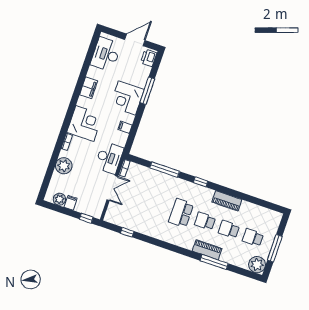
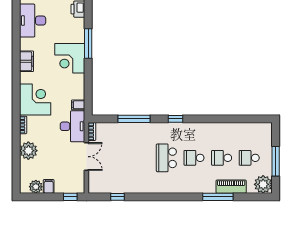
filing cabinet: (125, 127) -> (78, 105), moved
piano: (227, 201) -> (209, 129), removed
piano: (207, 250) -> (231, 187), moved

